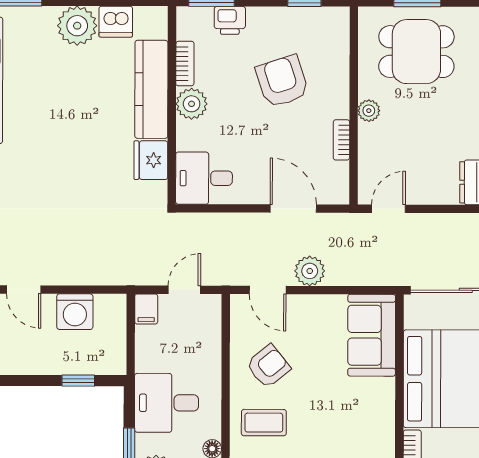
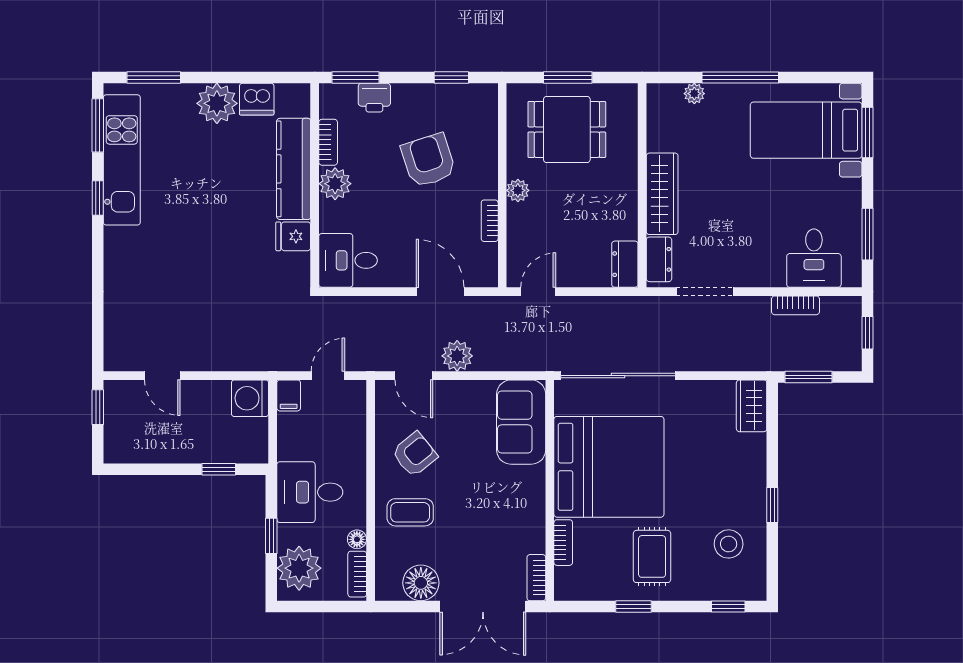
fridge: (151, 160) -> (293, 236), width x0.72
washing machine: (75, 312) -> (250, 398), moved, turned 90

